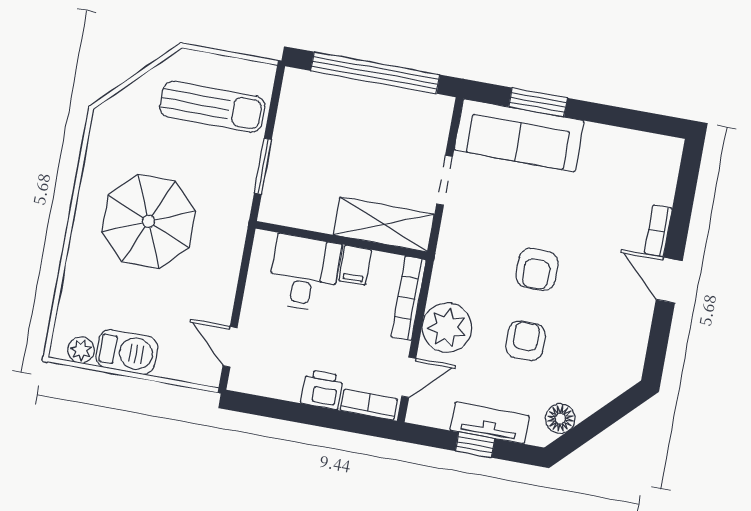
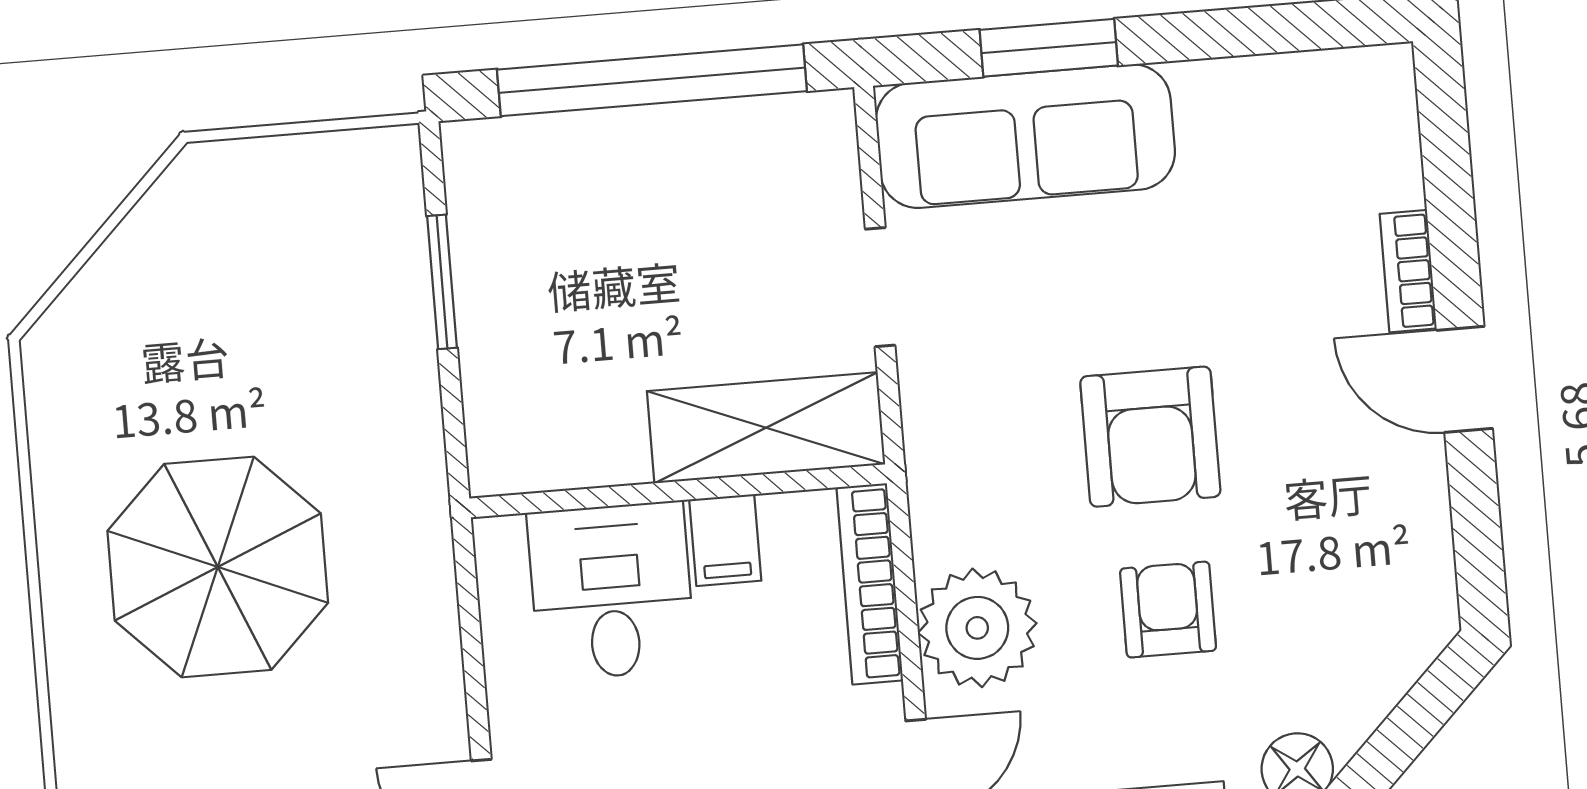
sun lounger: (212, 107) -> (295, 261), removed
window: (263, 166) -> (442, 282), moved
armchair: (537, 269) -> (1150, 437), width x1.38, depth x1.38

